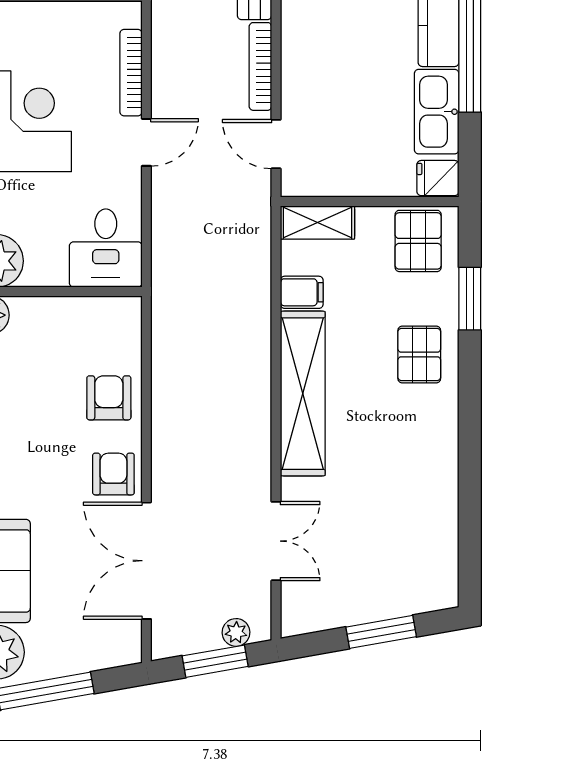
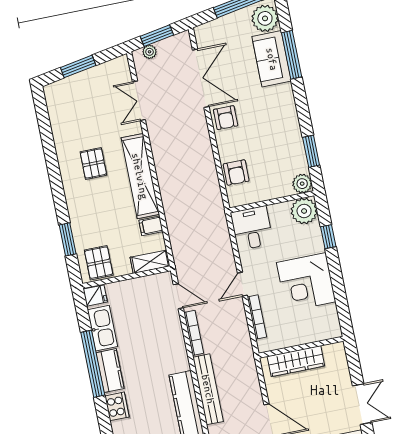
pallet: (419, 354) -> (93, 163), moved
armchair: (109, 398) -> (236, 173), moved

